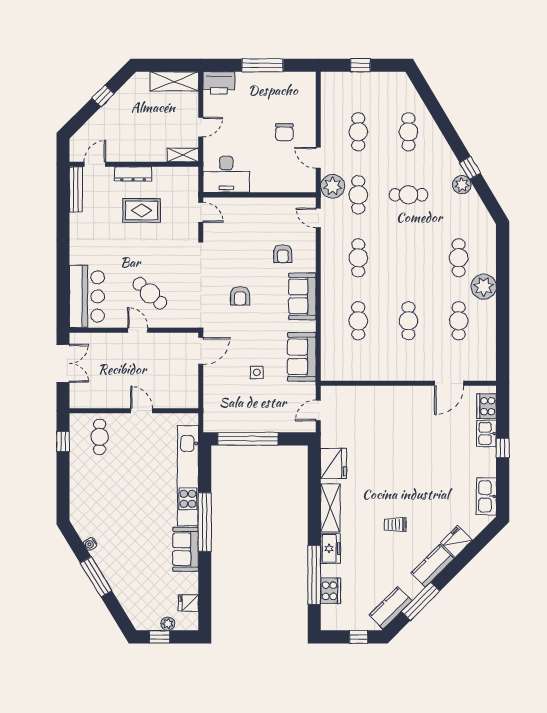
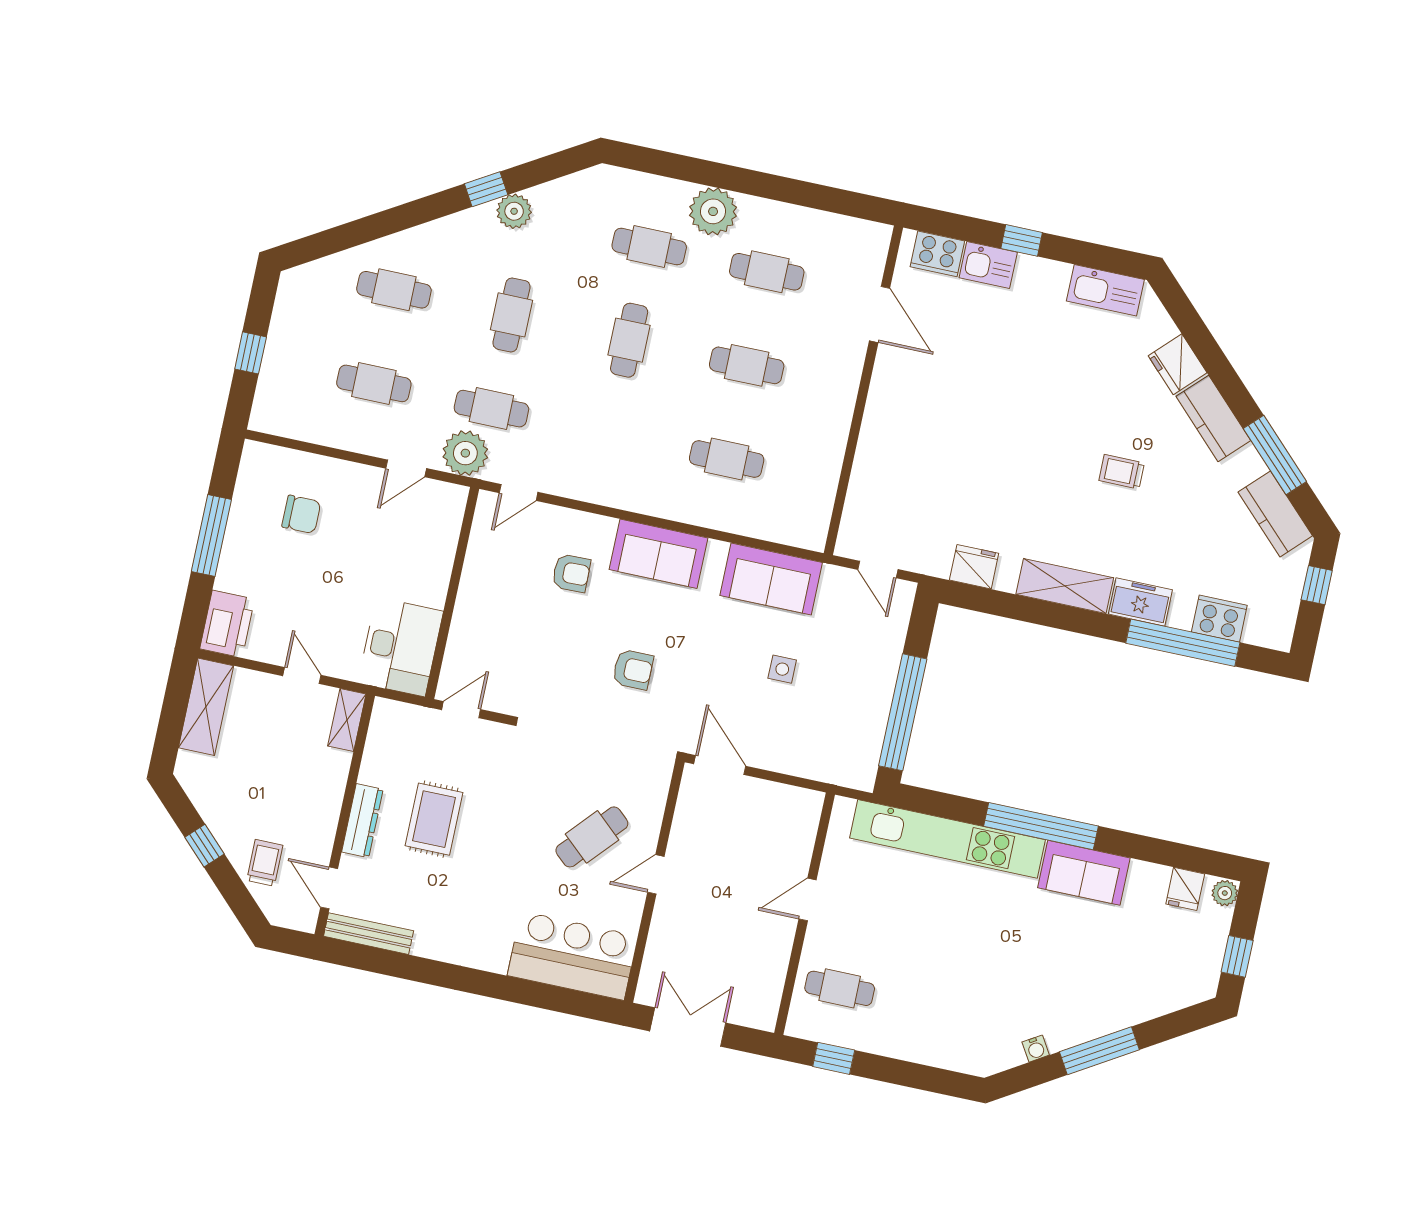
trolley: (101, 129) -> (265, 863), added
chair: (284, 132) -> (301, 514), moved
cafe table: (358, 258) -> (629, 340), moved, turned 90
fridge: (334, 463) -> (974, 567), width x0.73, depth x0.75
trolley: (395, 525) -> (1122, 472), turned 90
plant: (168, 624) -> (1225, 893), moved

